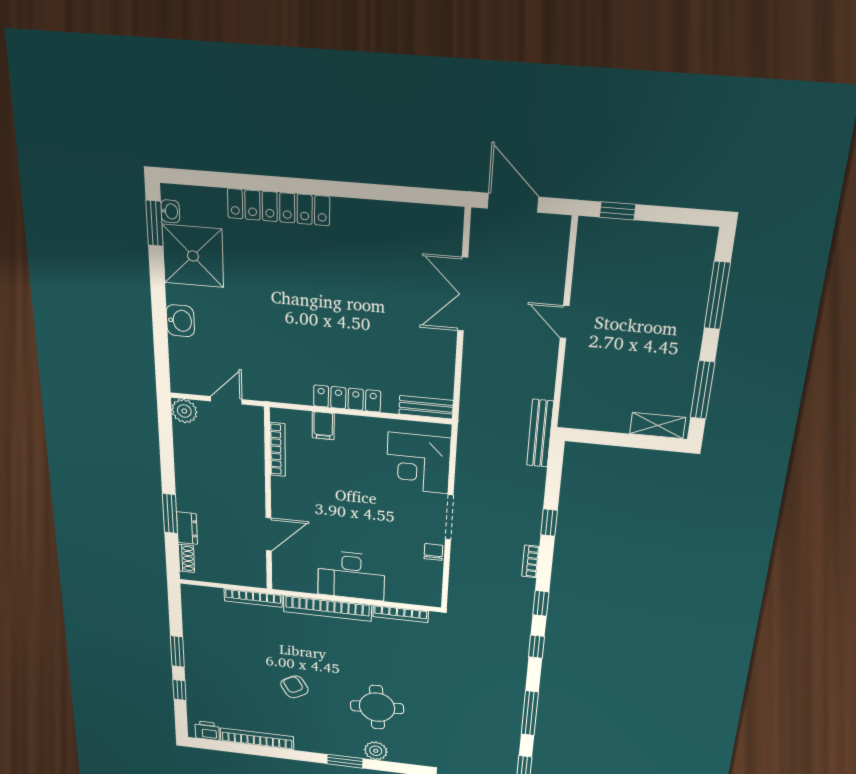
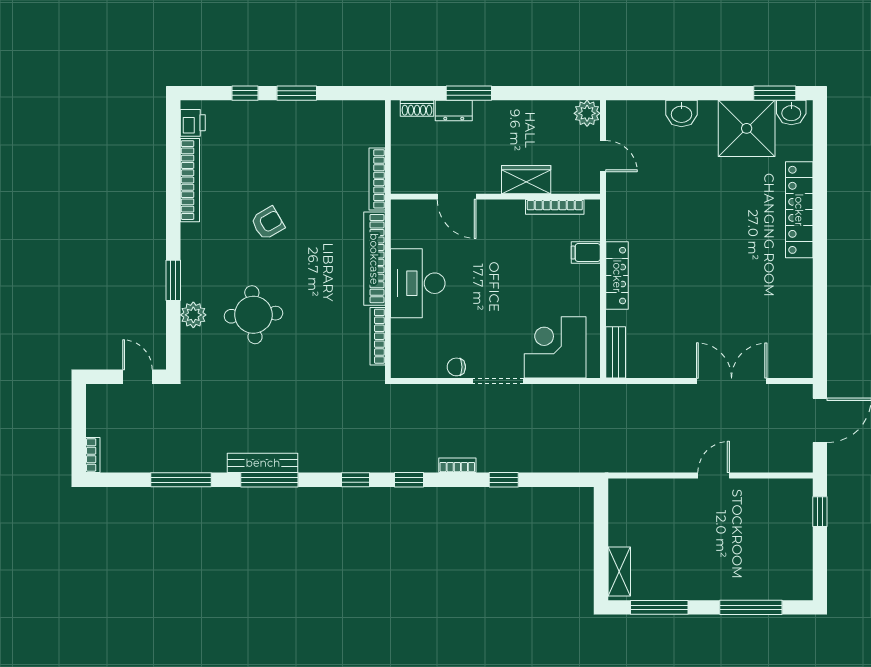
washbasin: (170, 211) -> (791, 112), width x1.38, depth x1.45
bench: (540, 433) -> (263, 463), moved
wardrobe: (251, 473) -> (526, 180), added
chair: (433, 552) -> (456, 367), turned 180

